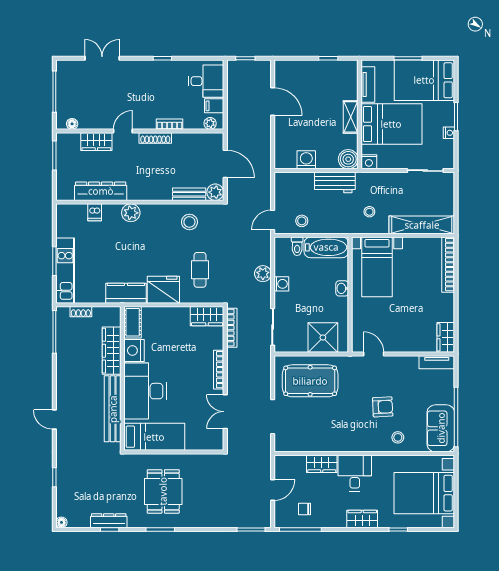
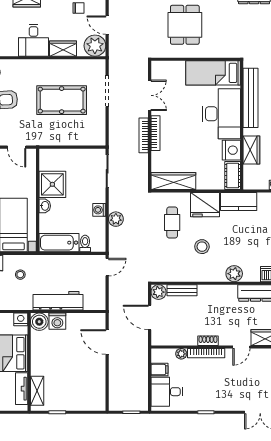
door: (273, 102) -> (107, 342), moved
shelving: (351, 117) -> (37, 391), moved
plant: (210, 123) -> (181, 354), moved
bookcase: (170, 124) -> (206, 353), width x1.56
shoe rack: (155, 138) -> (208, 341), width x0.70
washing machine: (306, 160) -> (57, 321), moved
workbench: (335, 183) -> (58, 301), width x1.38
stool: (302, 221) -> (81, 266), removed
stool: (189, 222) -> (202, 247), moved
wardrobe: (207, 316) -> (173, 181), width x1.50
bookcase: (232, 328) -> (144, 135), moved
shower: (323, 337) -> (52, 184), moved
wardrobe: (112, 351) -> (251, 150), width x0.67
pool table: (310, 381) -> (62, 100), moved
plant: (286, 467) -> (95, 46), added
door: (273, 490) -> (107, 25), hinge flipped
dining table: (163, 491) -> (185, 25), moved

